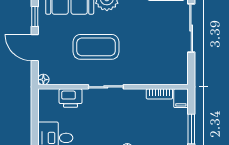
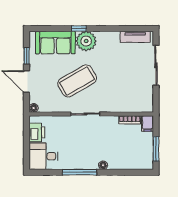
coffee table: (96, 47) -> (77, 81), turned -30
printer: (71, 98) -> (37, 132), moved, turned -90

